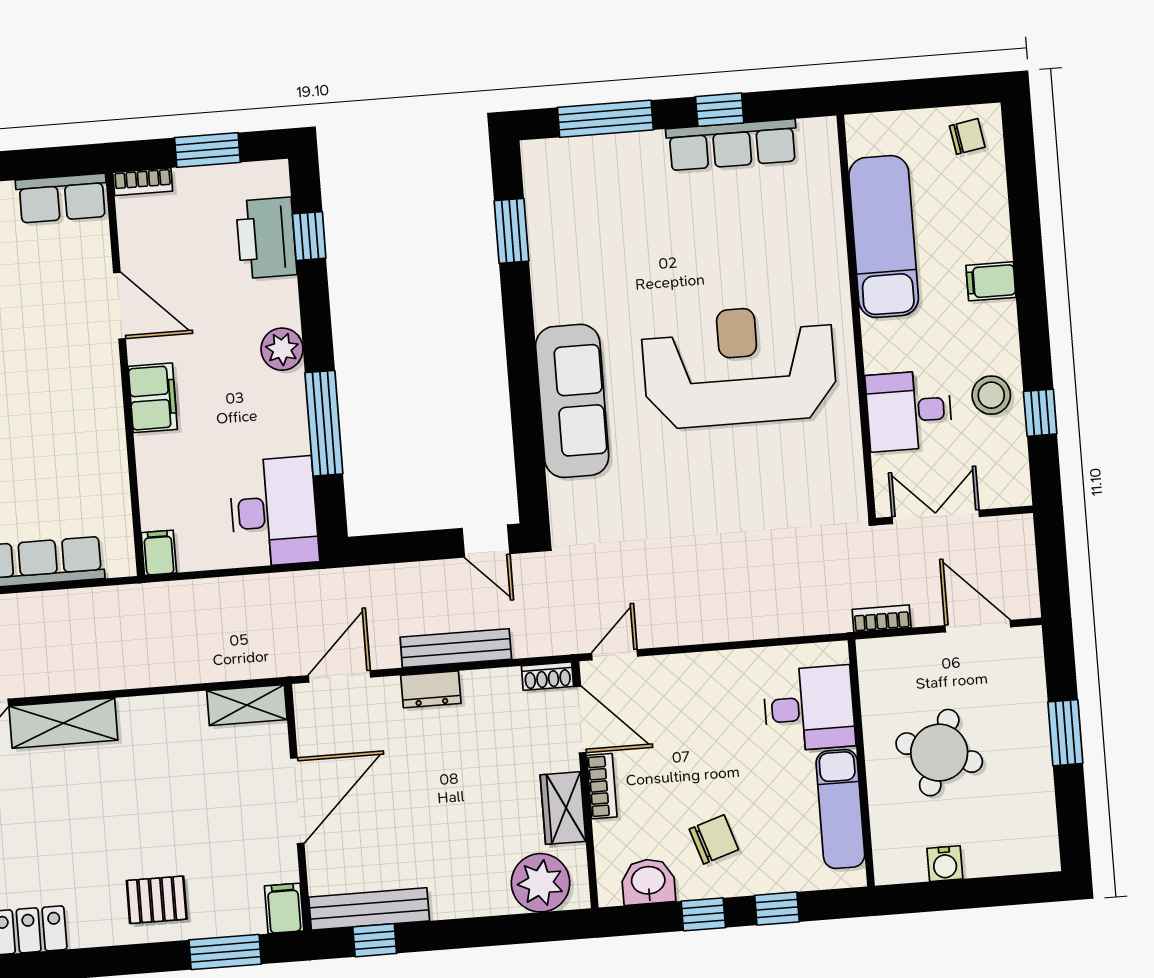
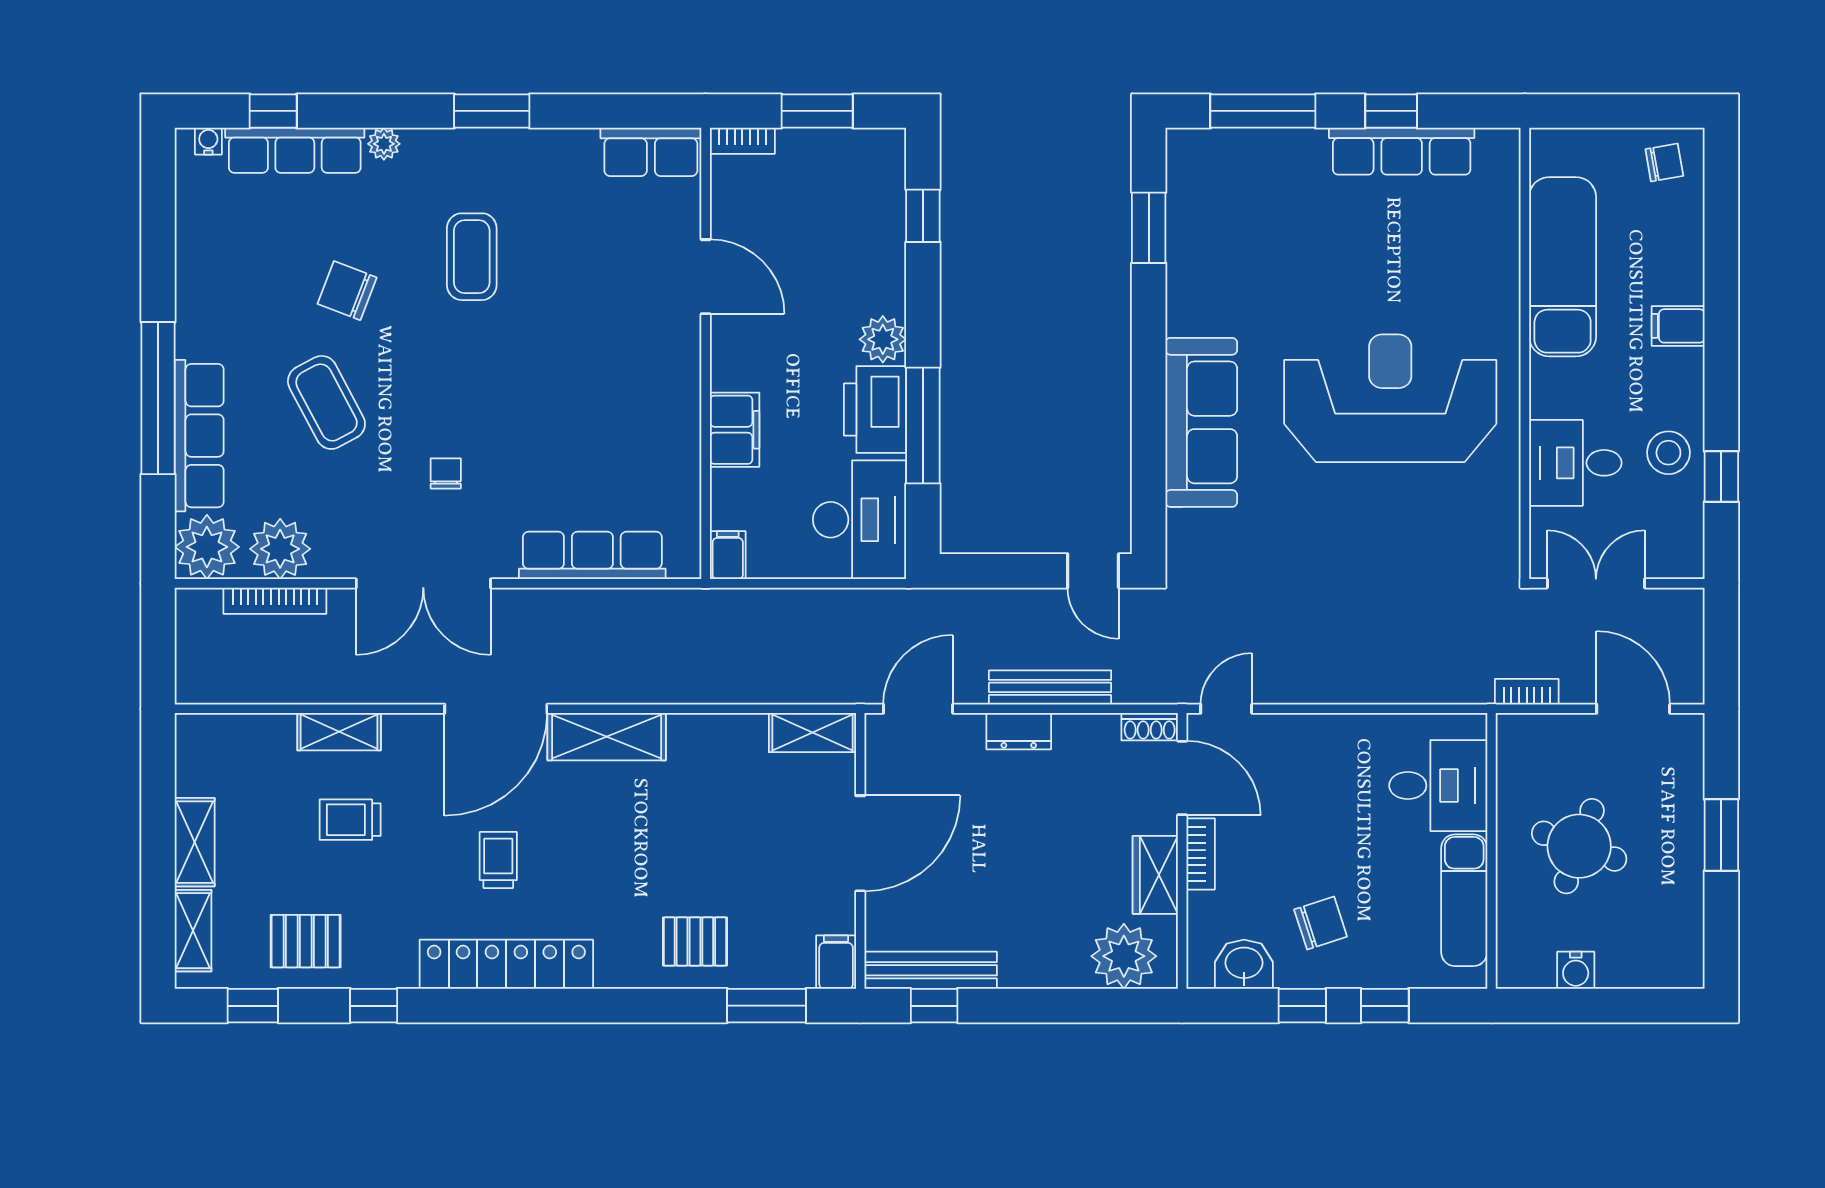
printer: (266, 238) -> (875, 410), moved
filing cabinet: (153, 398) -> (735, 430), moved

